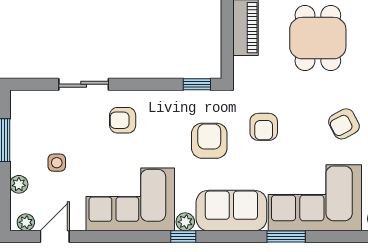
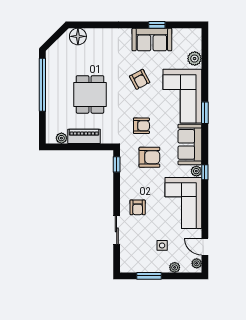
dining table: (318, 38) -> (90, 94), turned 90
armchair: (209, 141) -> (149, 157), turned 180

